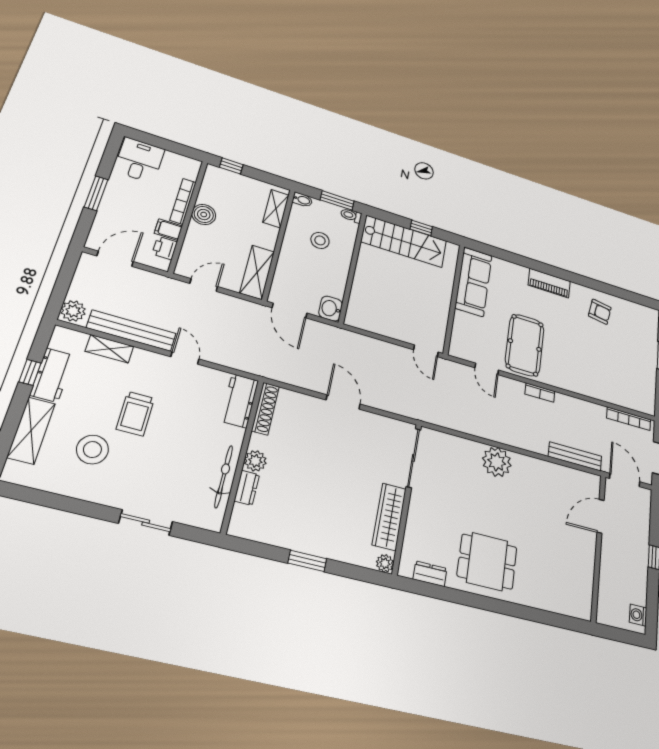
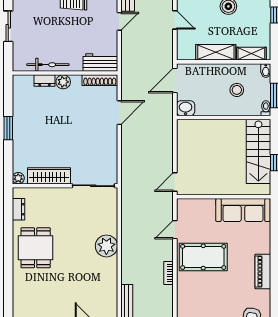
shelving: (257, 272) -> (216, 52), moved
door: (343, 402) -> (119, 113), moved

